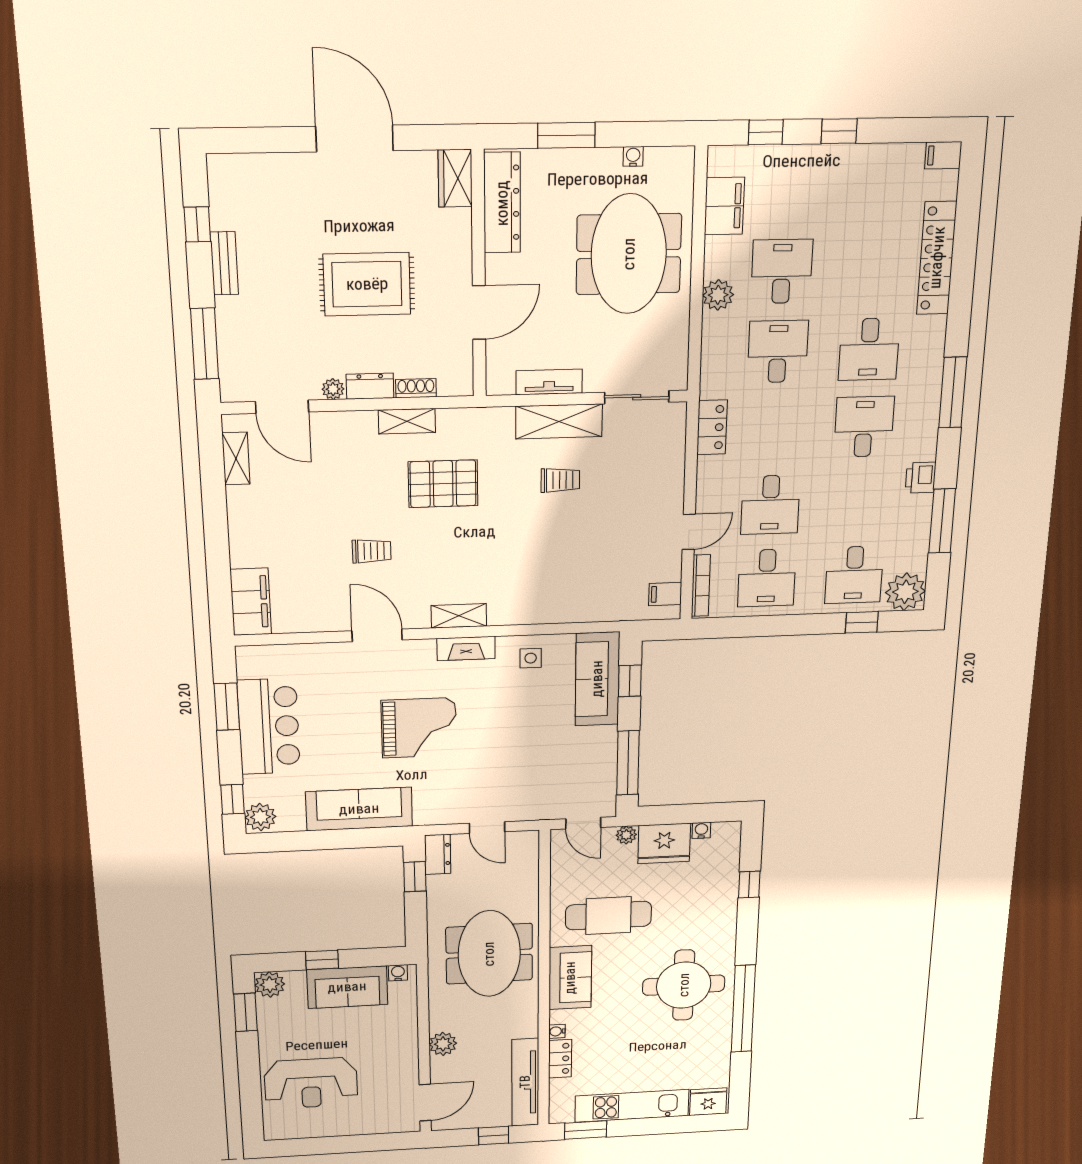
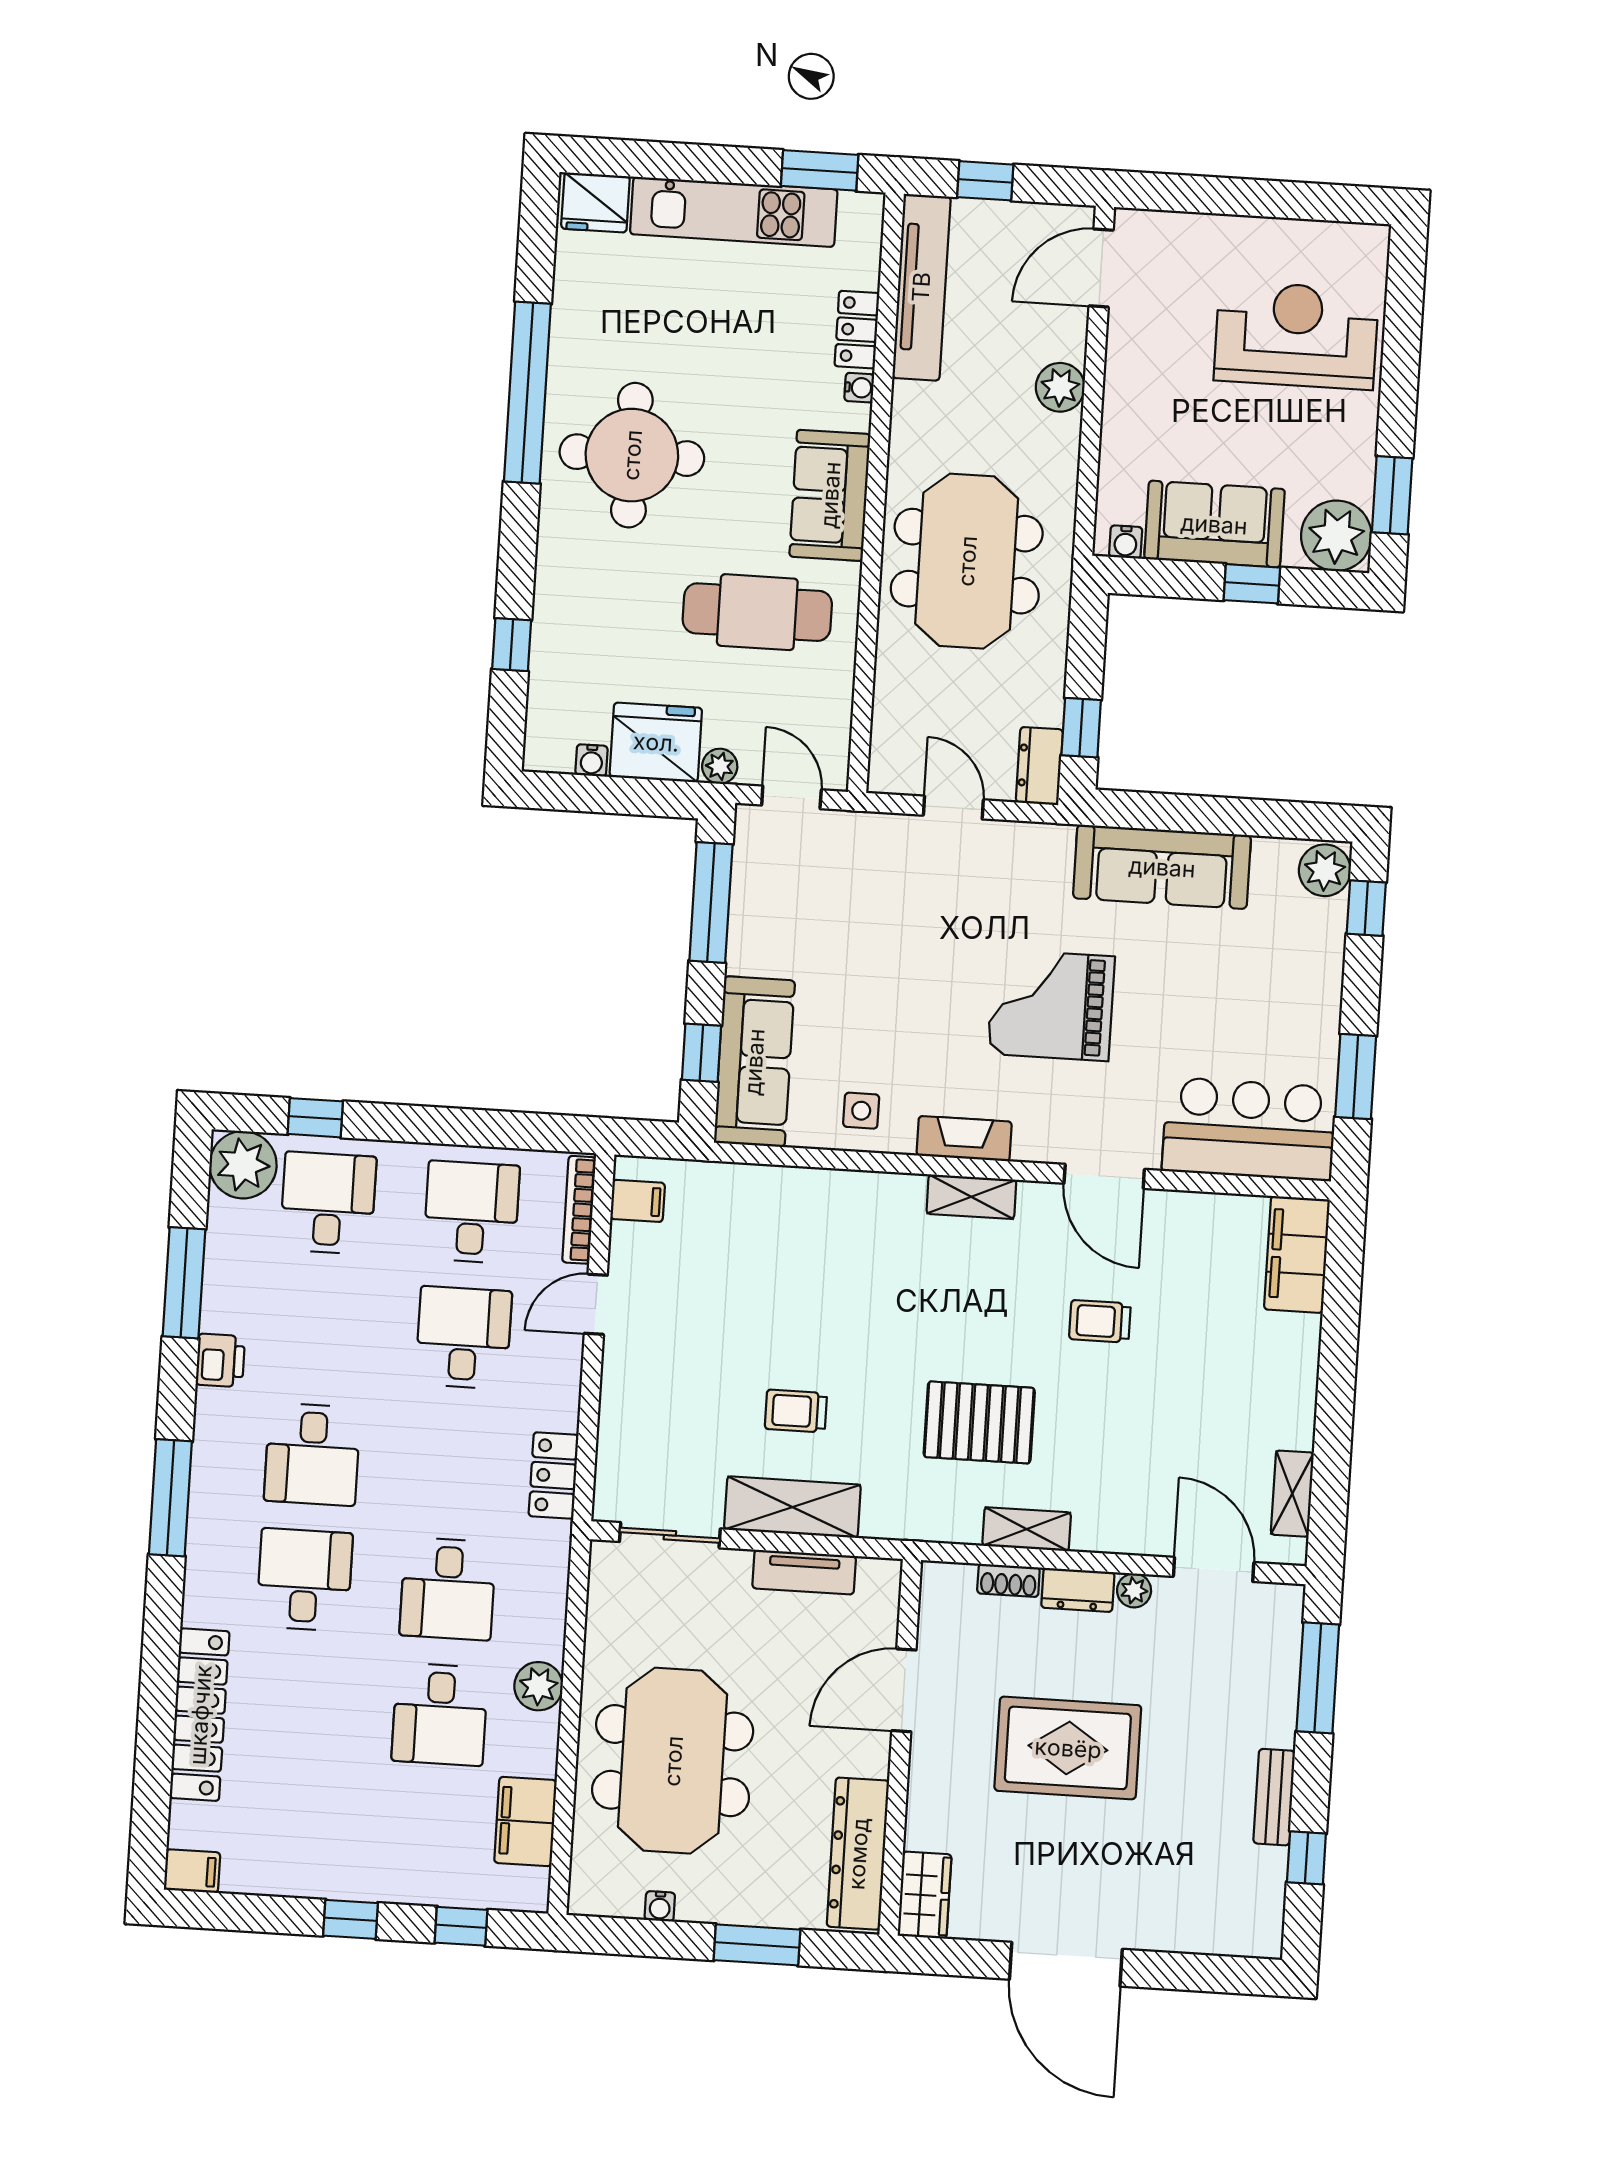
bar counter: (269, 726) -> (1249, 1129), moved, turned 90
plant: (270, 985) -> (1336, 536), width x1.36, depth x1.36

